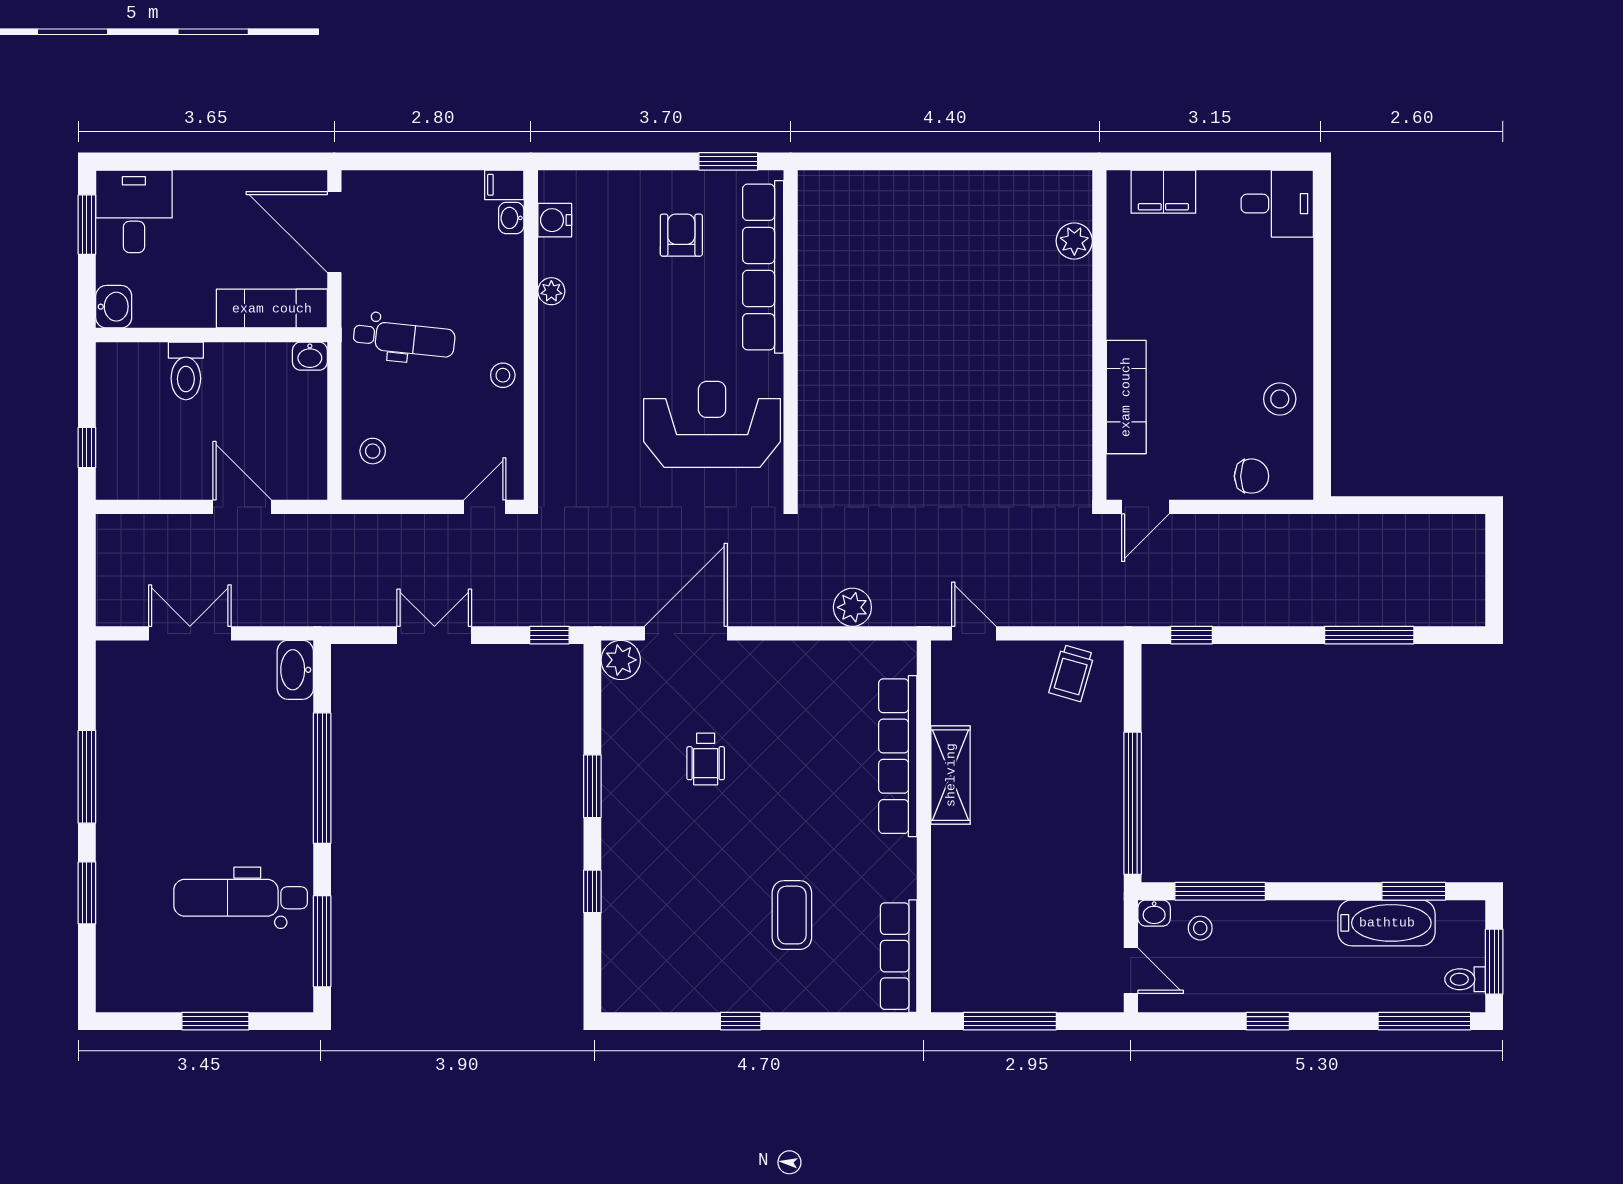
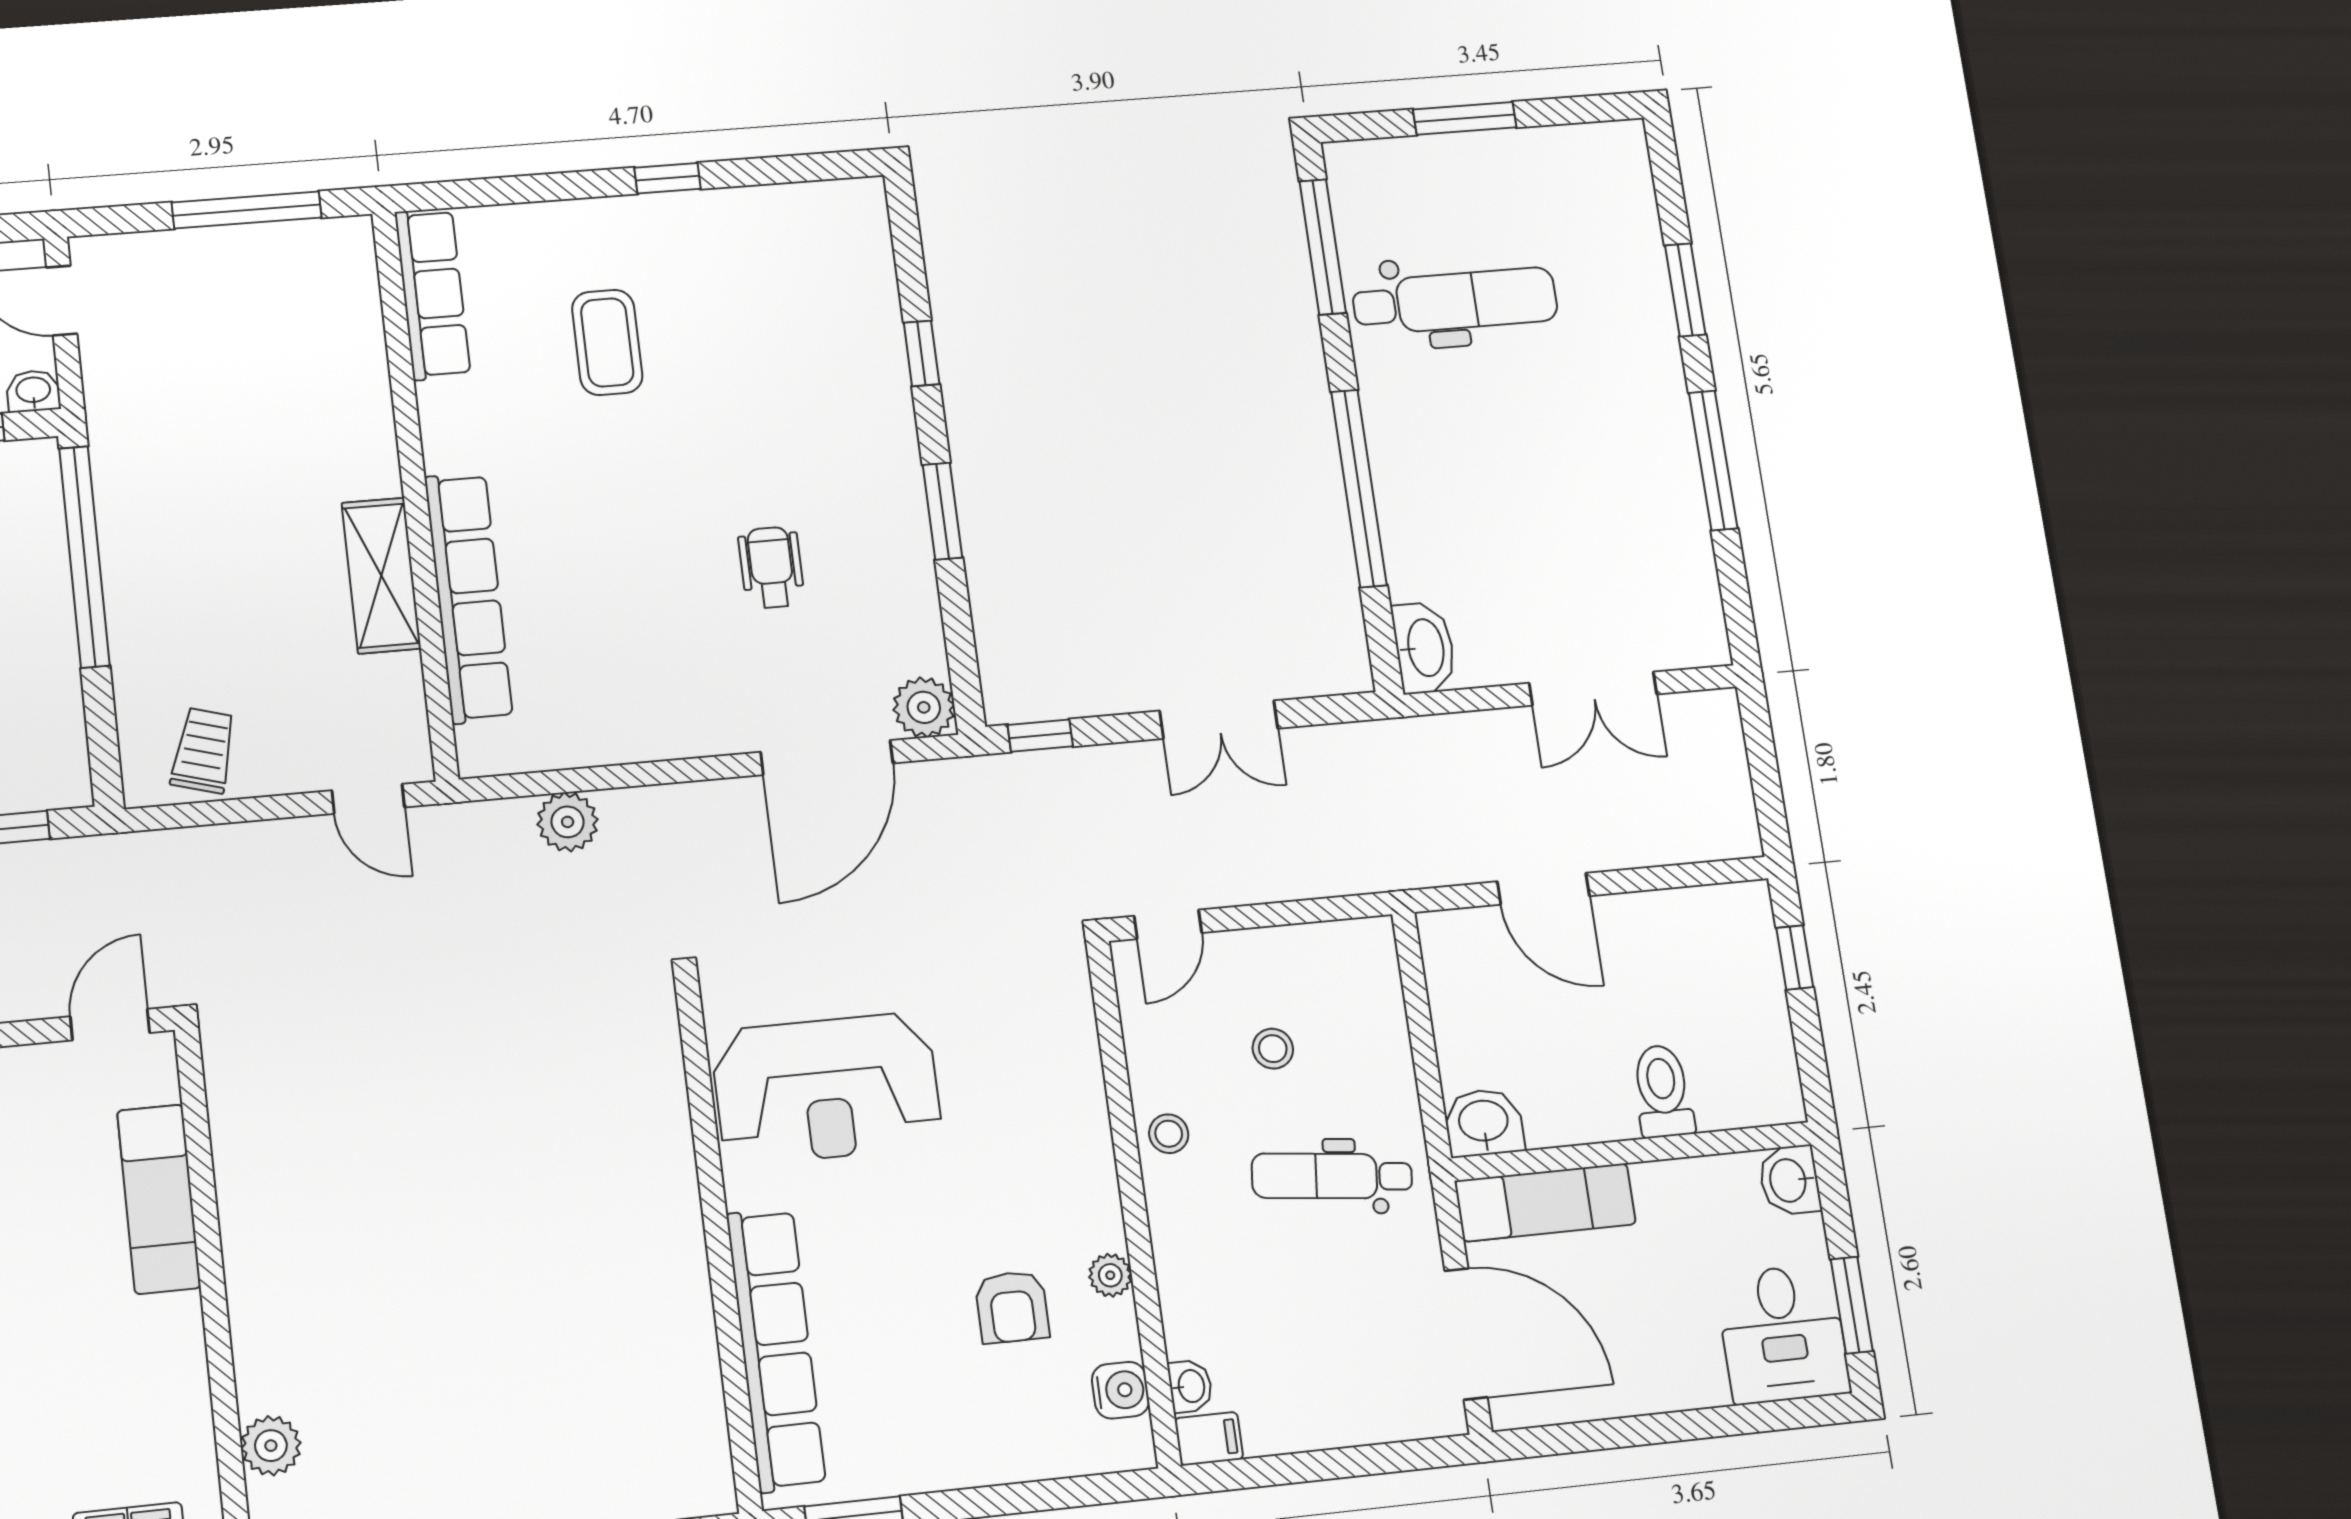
armchair: (681, 235) -> (1012, 1307), moved
washbasin: (310, 356) -> (1484, 1123), width x1.38, depth x1.45
stool: (373, 451) -> (1273, 1049), moved

